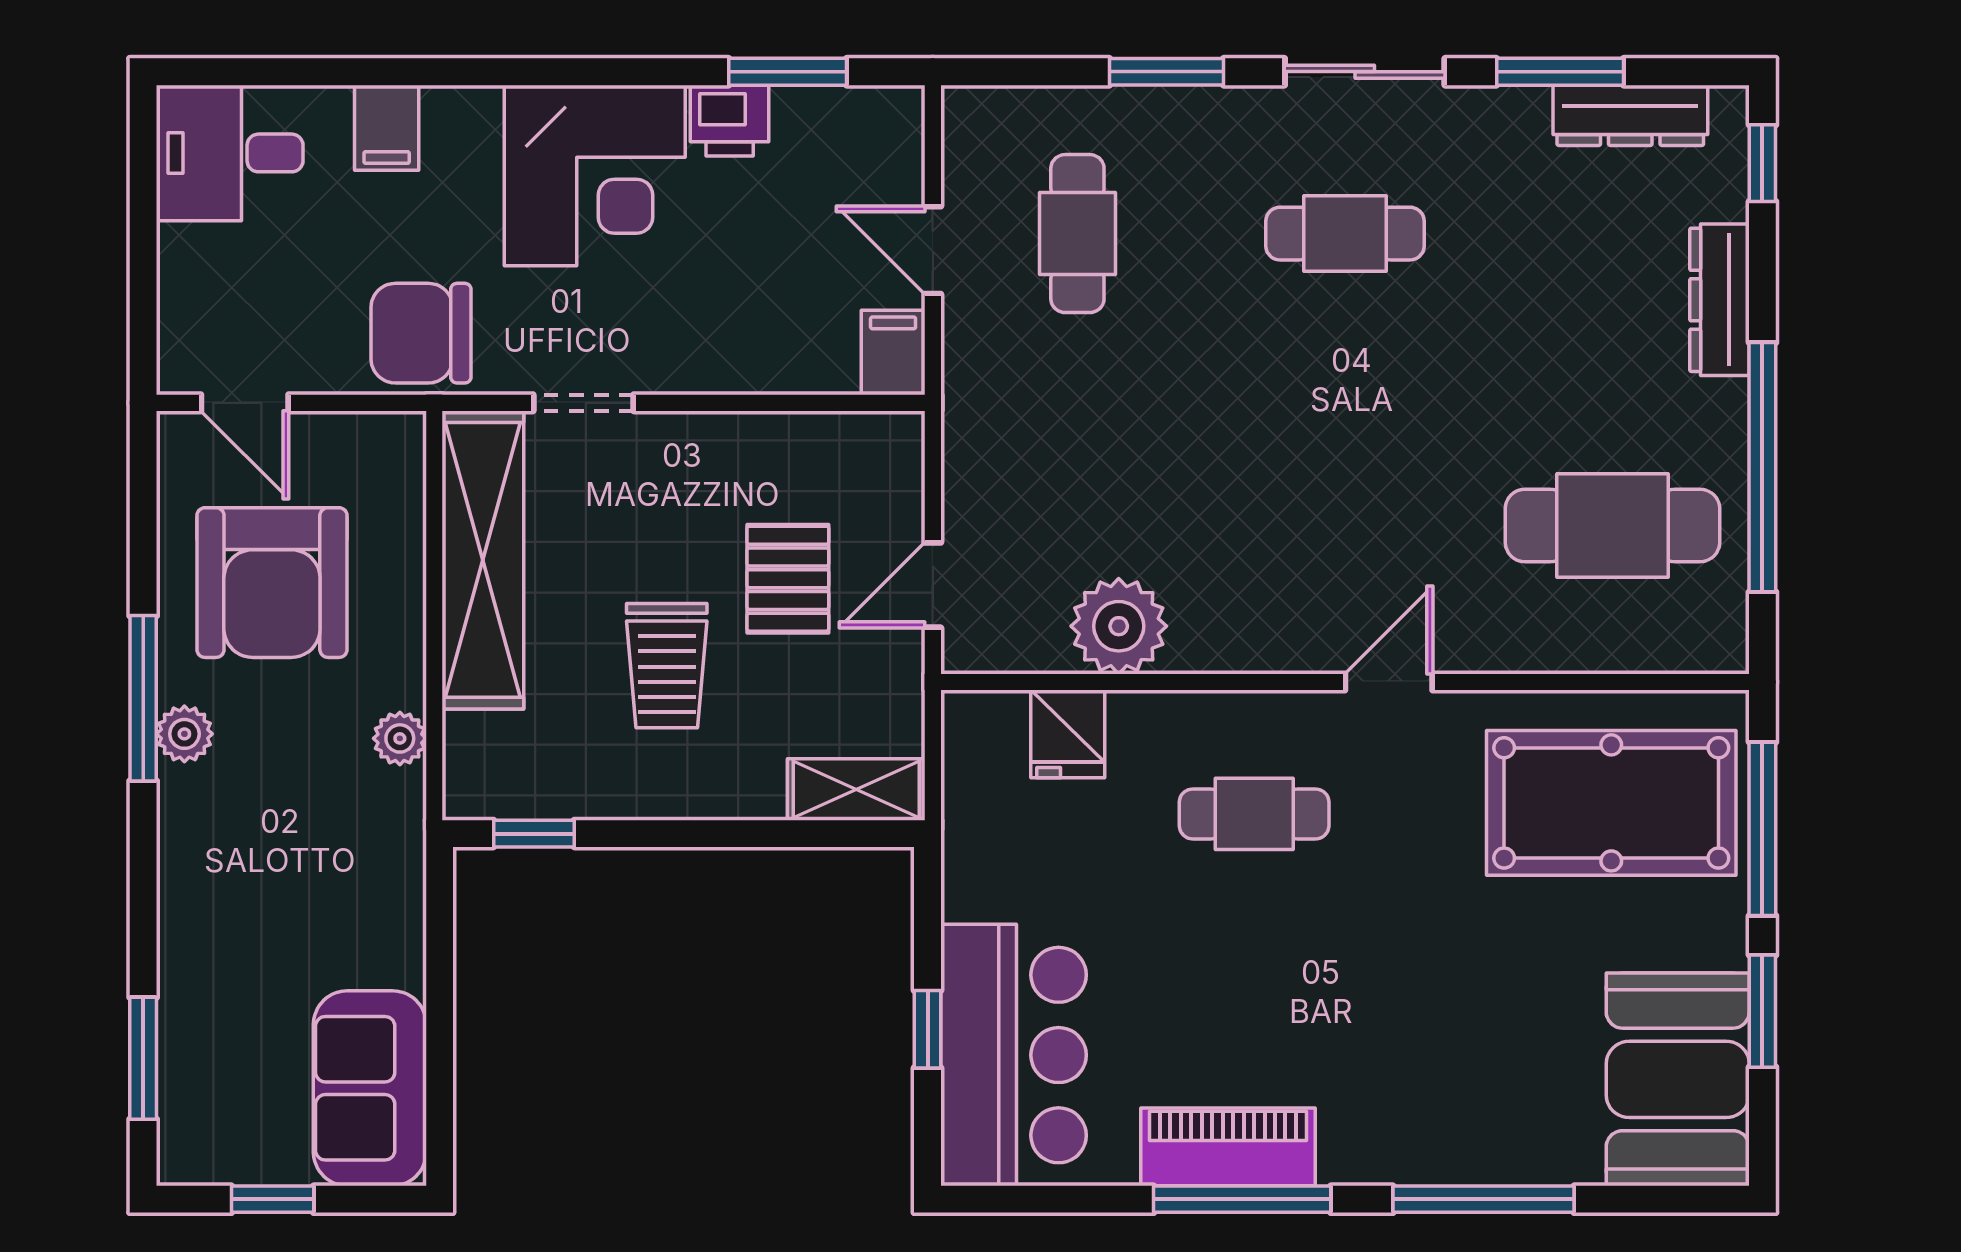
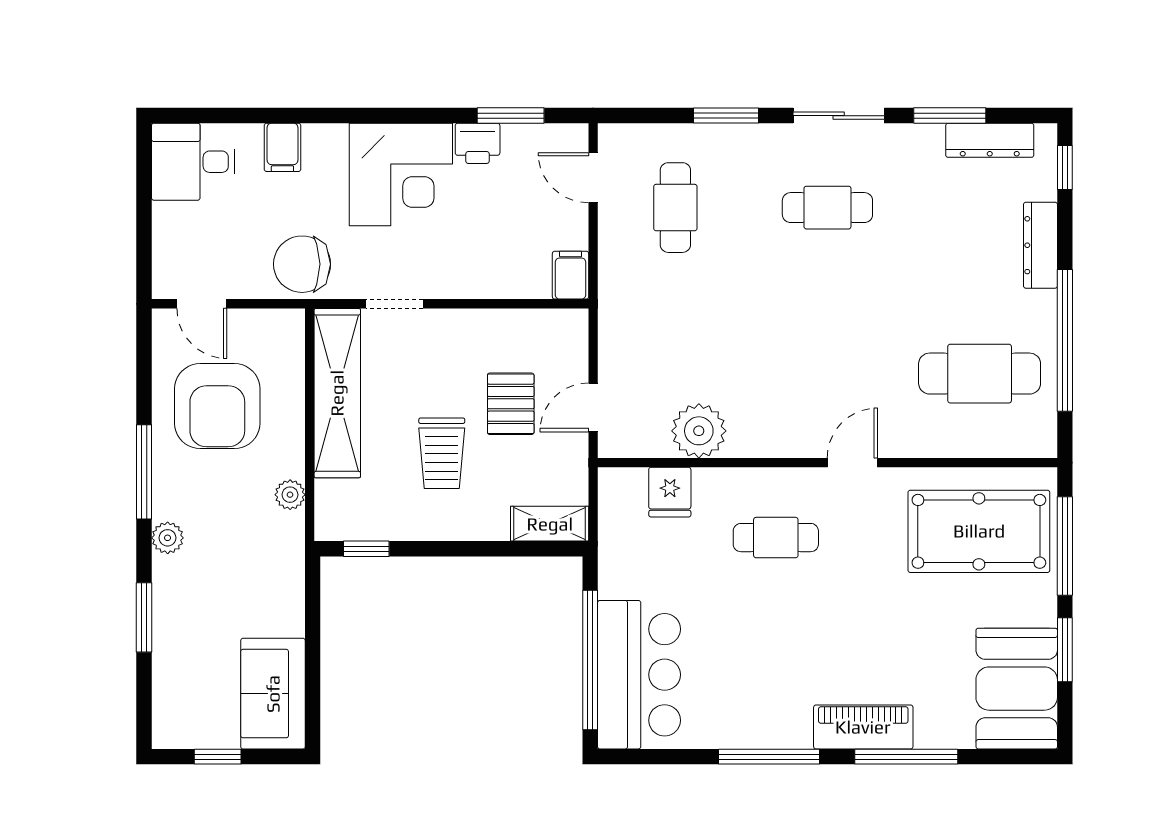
door: (933, 250) -> (593, 178), moved
plant: (184, 734) -> (168, 538), moved
window: (928, 1029) -> (590, 660), width x3.17
window: (143, 1058) -> (144, 617), moved
piano: (1228, 1147) -> (863, 727), moved

